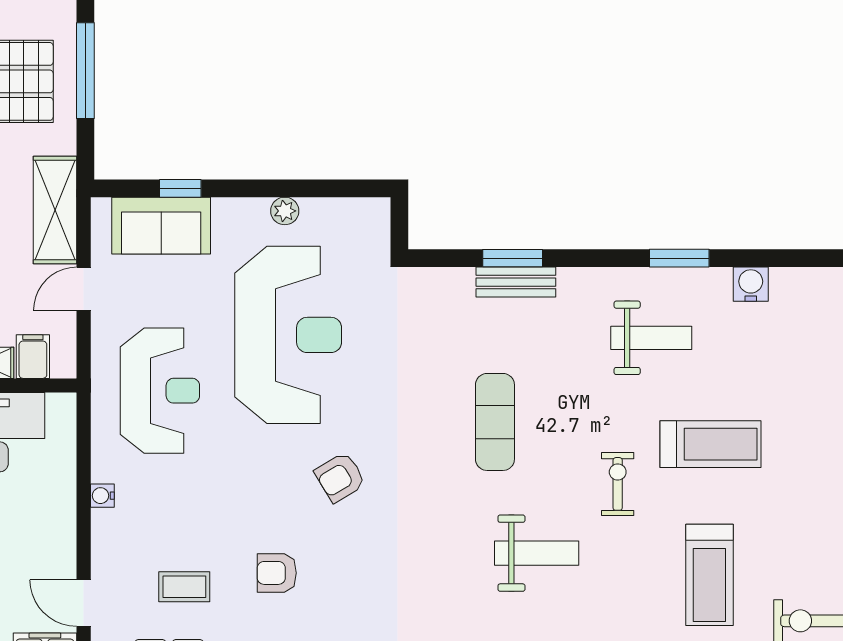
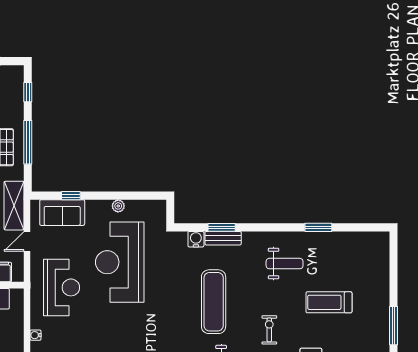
window: (679, 258) -> (318, 227), moved
water cooler: (751, 284) -> (196, 239), moved
reception desk: (288, 335) -> (120, 262), turned 180
exercise mat: (495, 422) -> (214, 302), width x1.36, depth x1.45
treadmill: (711, 444) -> (329, 302), moved, turned 180
armchair: (340, 477) -> (143, 327), removed

